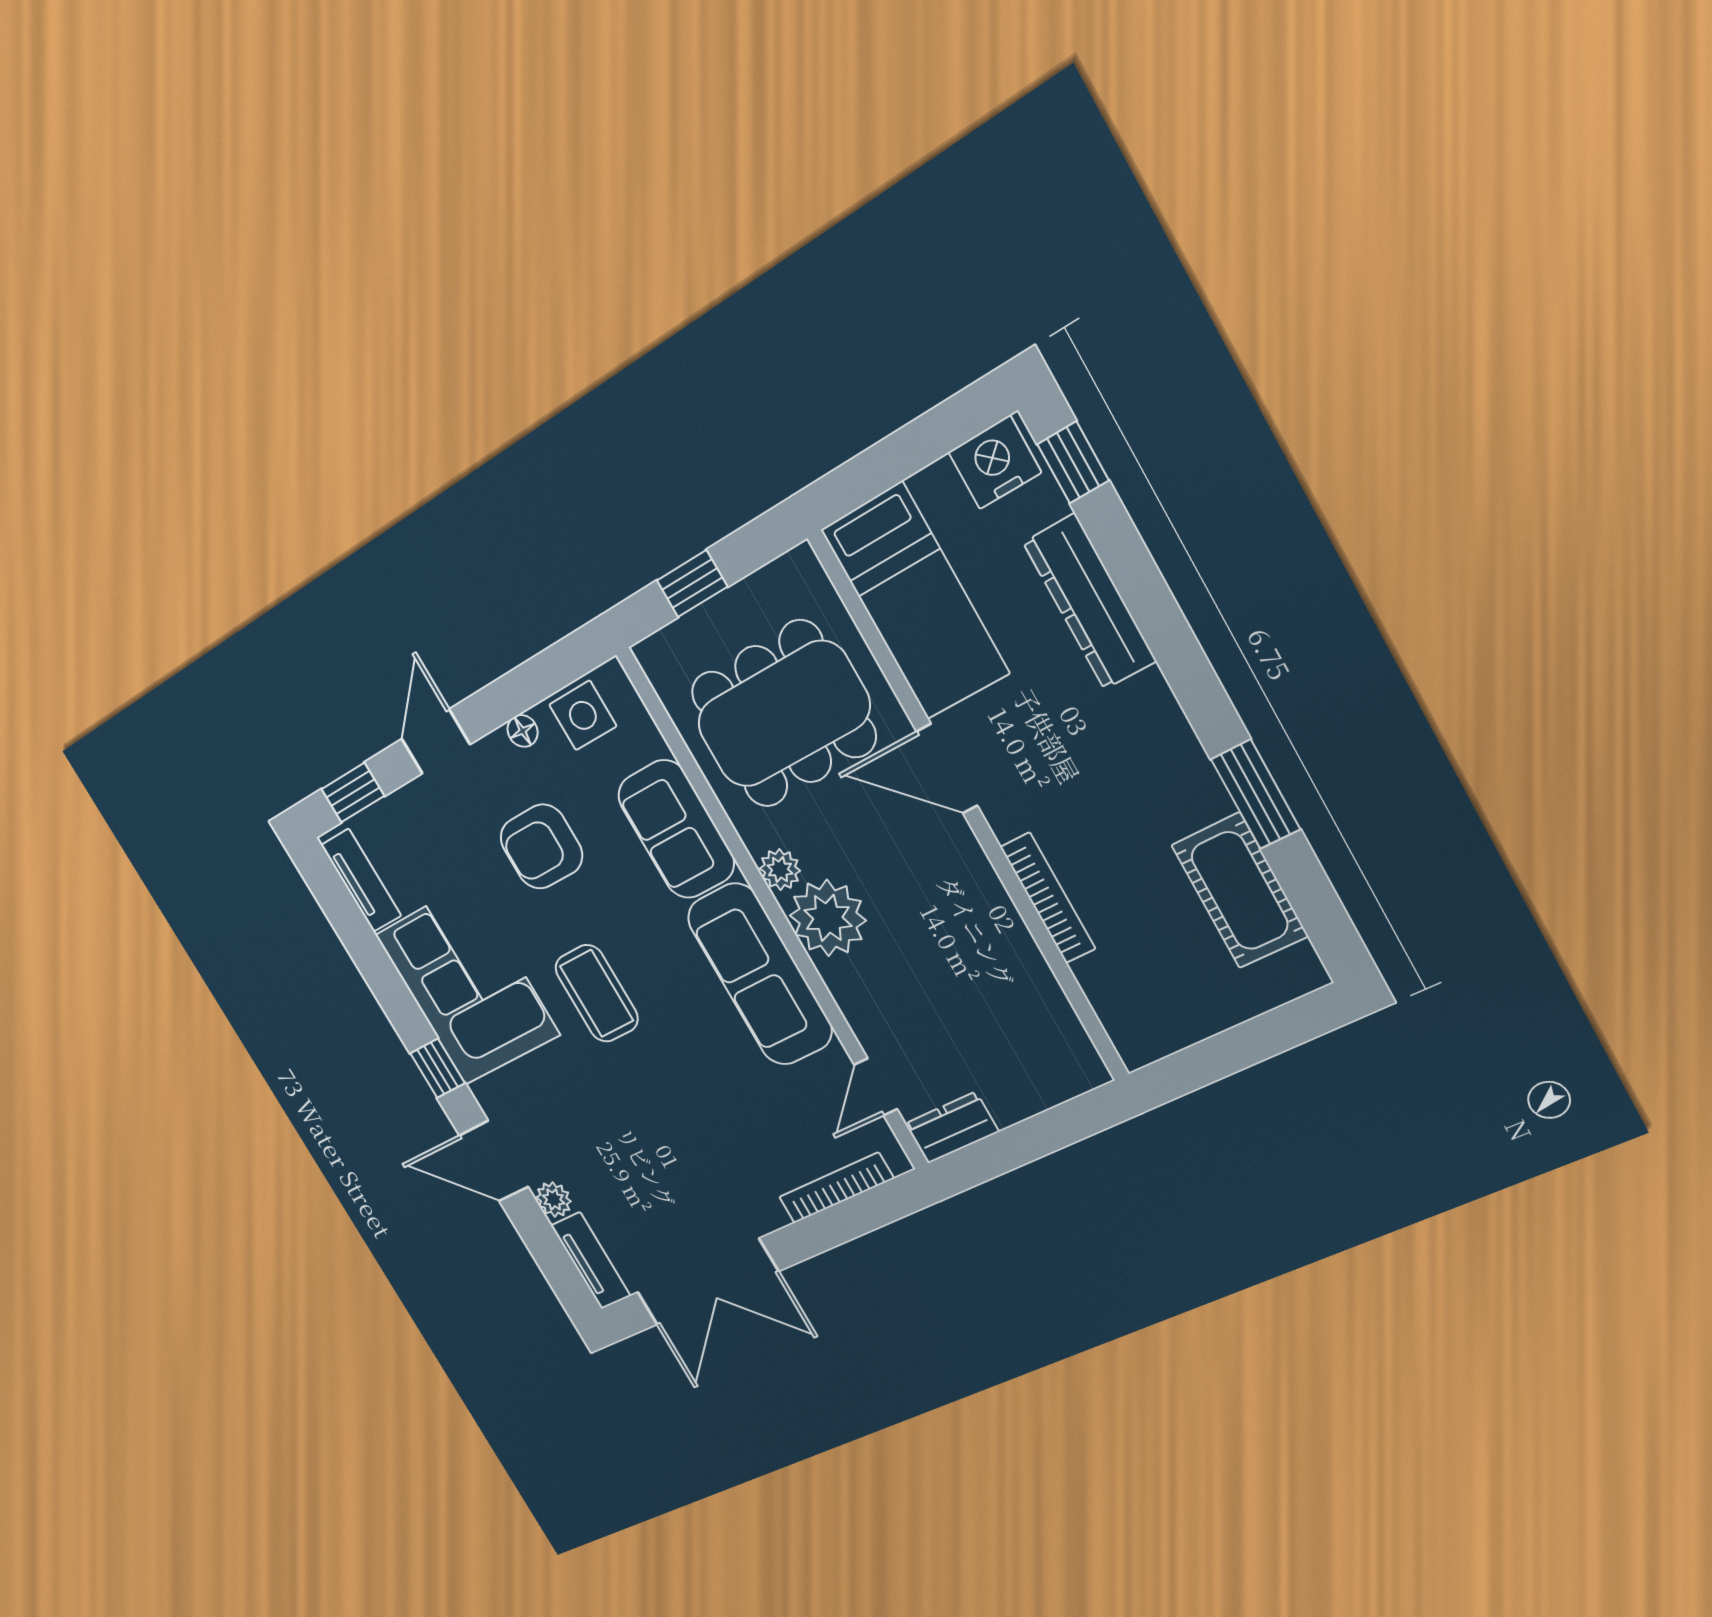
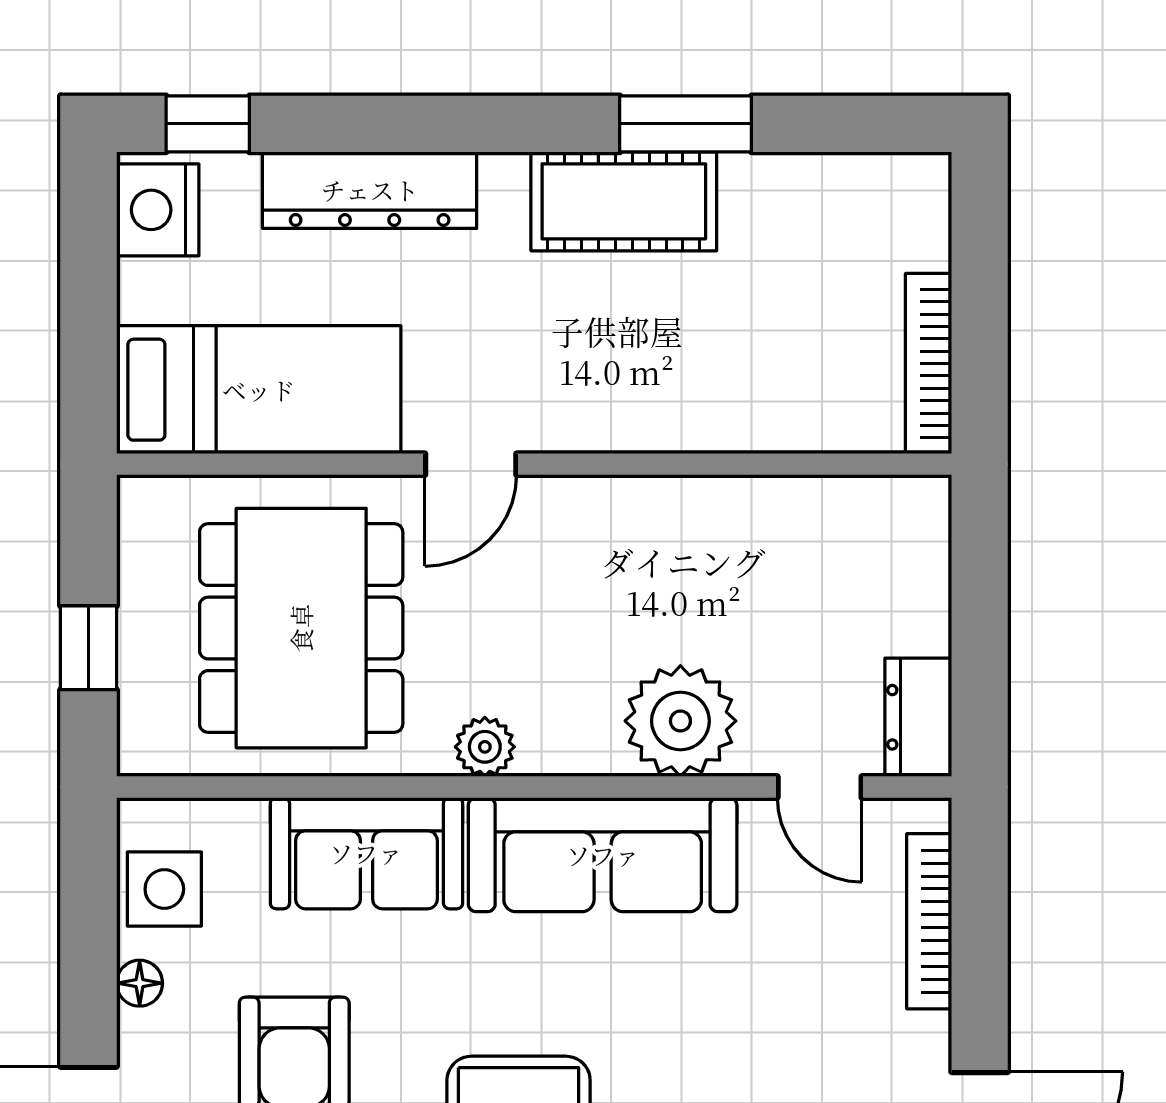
door: (947, 769) -> (471, 464), width x0.73
cot: (1240, 891) -> (624, 201), moved
bookcase: (1048, 898) -> (928, 364), moved, turned -90
plant: (828, 918) -> (680, 721), moved

